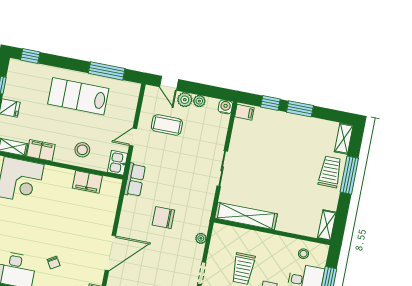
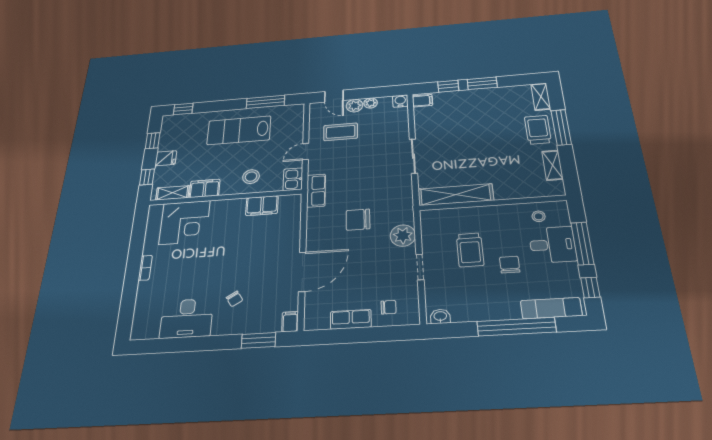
shelving: (327, 225) -> (553, 165), moved
plant: (201, 238) -> (403, 236), width x1.88, depth x1.88

